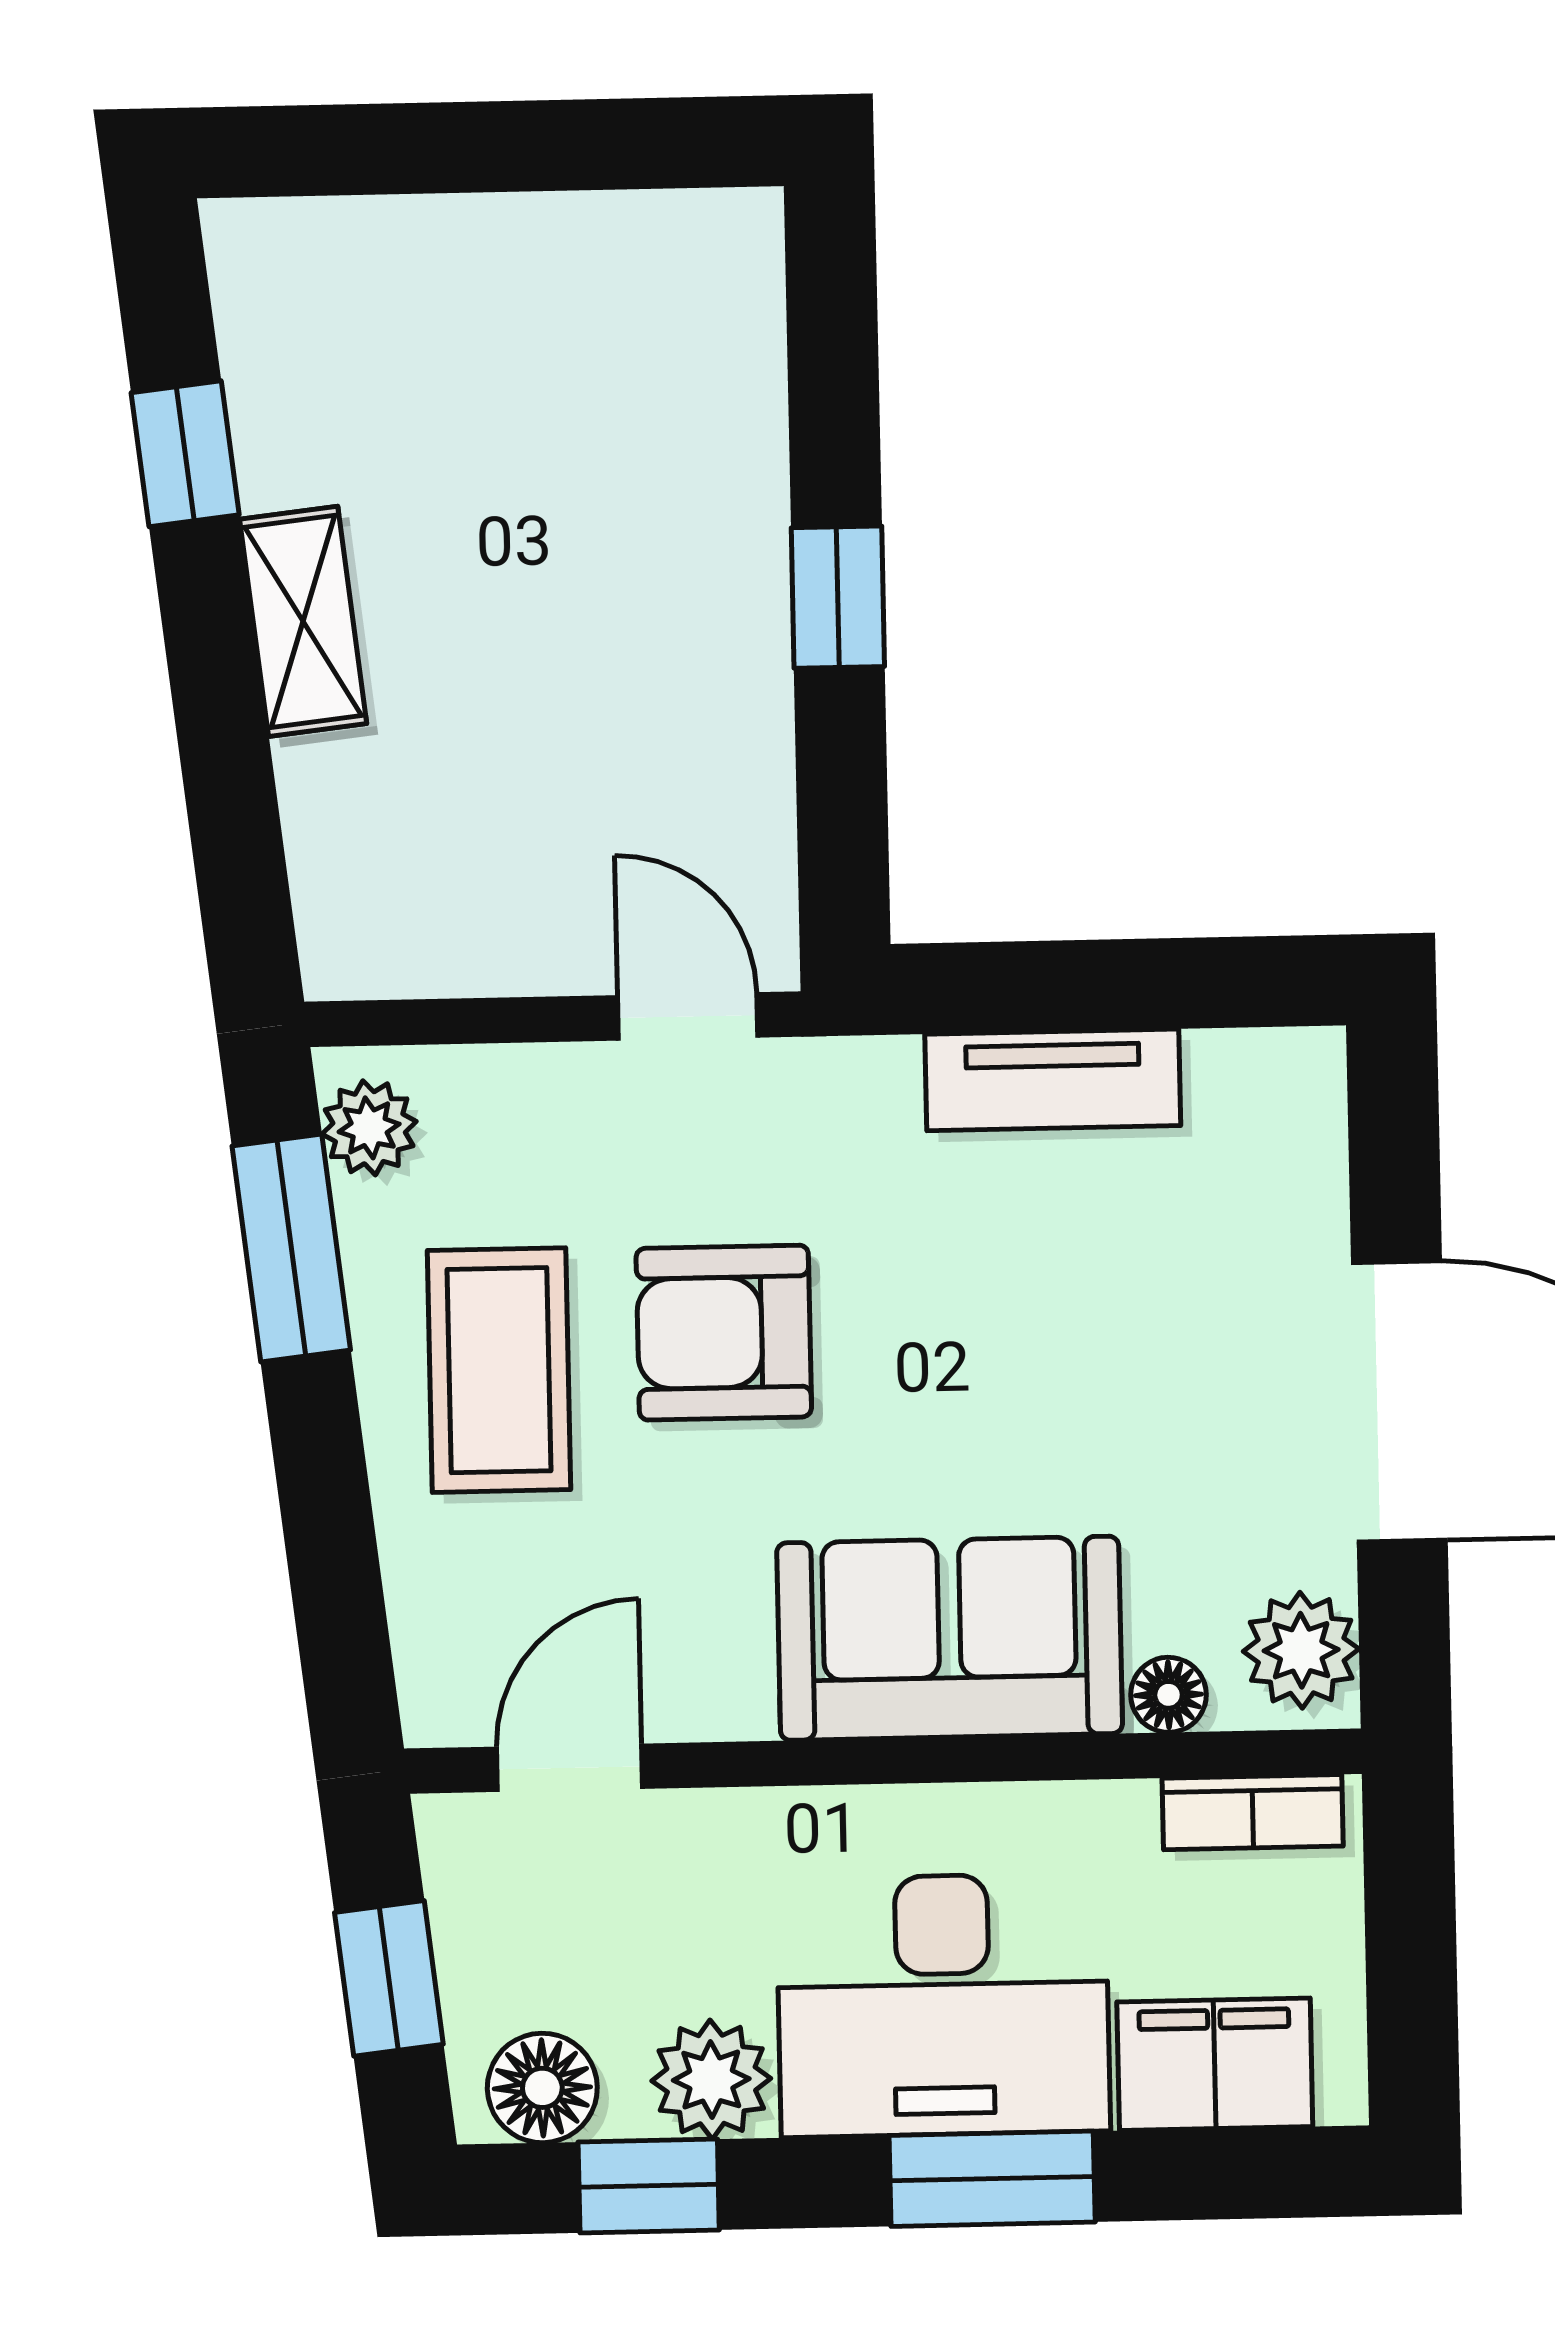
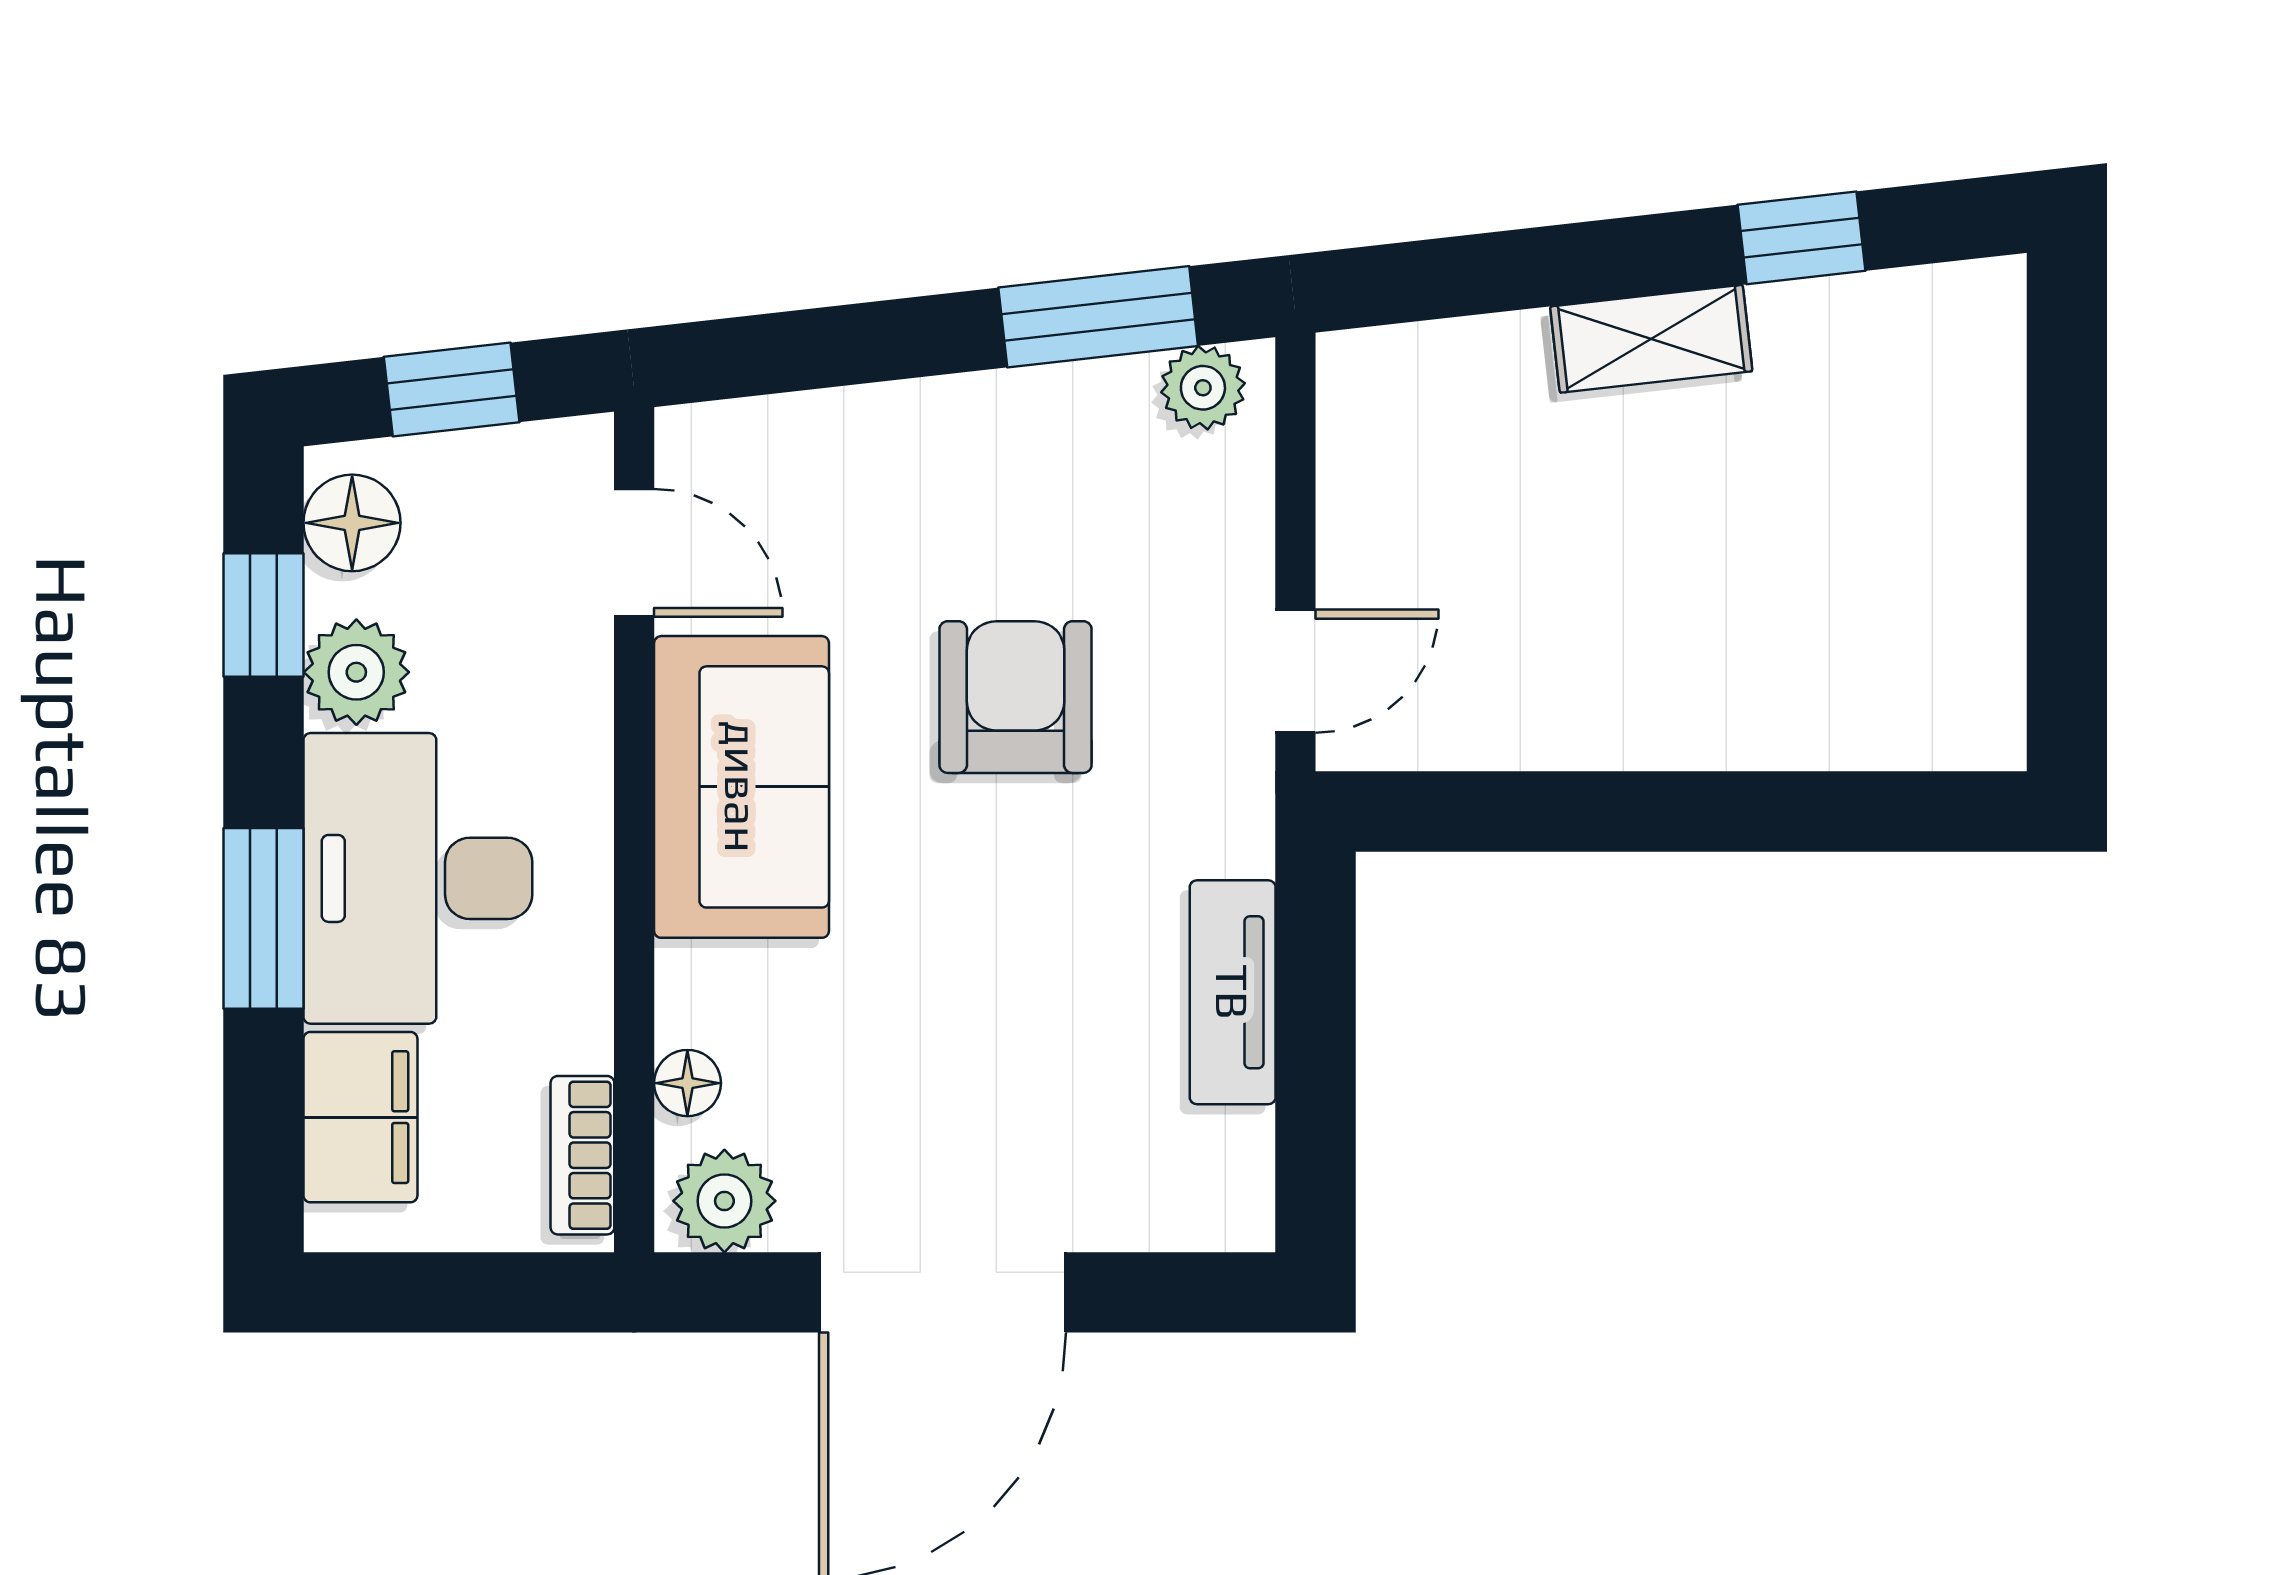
window: (838, 597) -> (1663, 811), removed
coffee table: (499, 1370) -> (987, 498), removed
sofa: (950, 1638) -> (742, 787), moved

